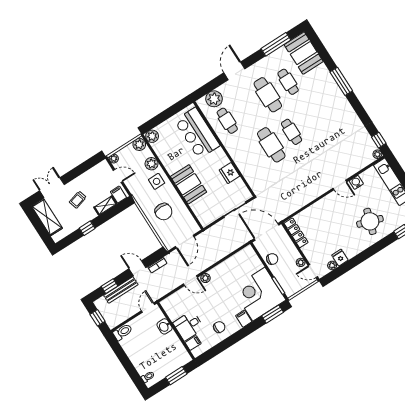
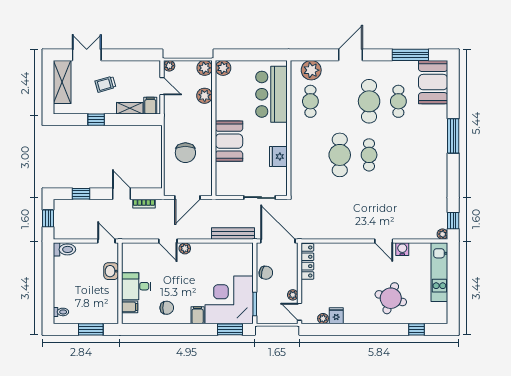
side table: (157, 181) -> (198, 117), removed
bench: (121, 290) -> (233, 234), moved
door: (148, 308) -> (106, 241), hinge flipped

